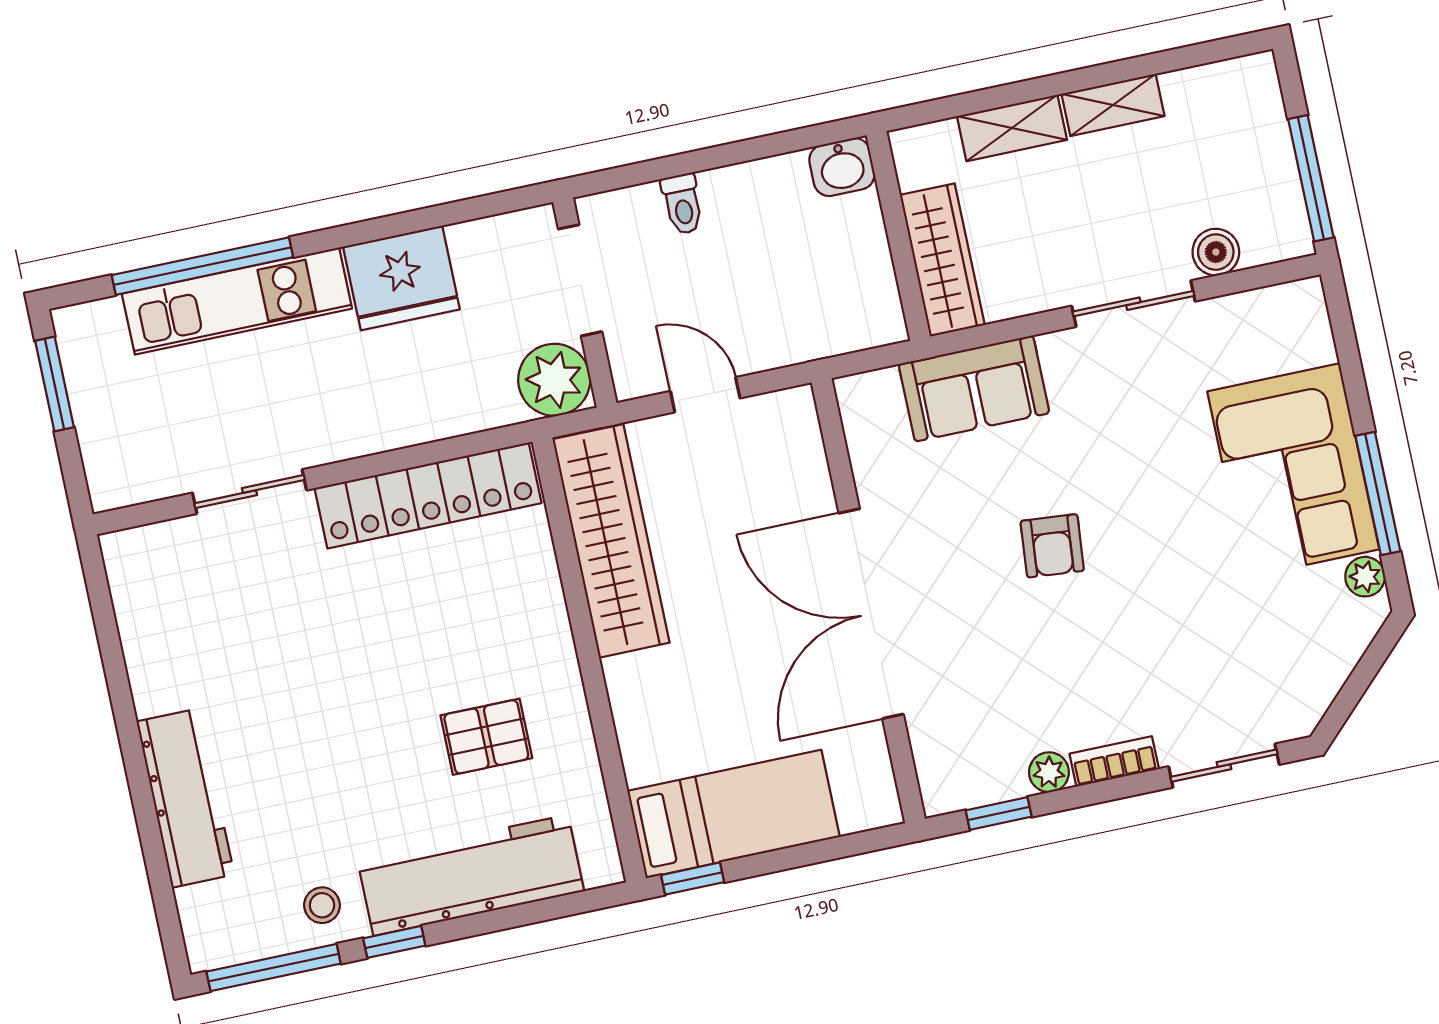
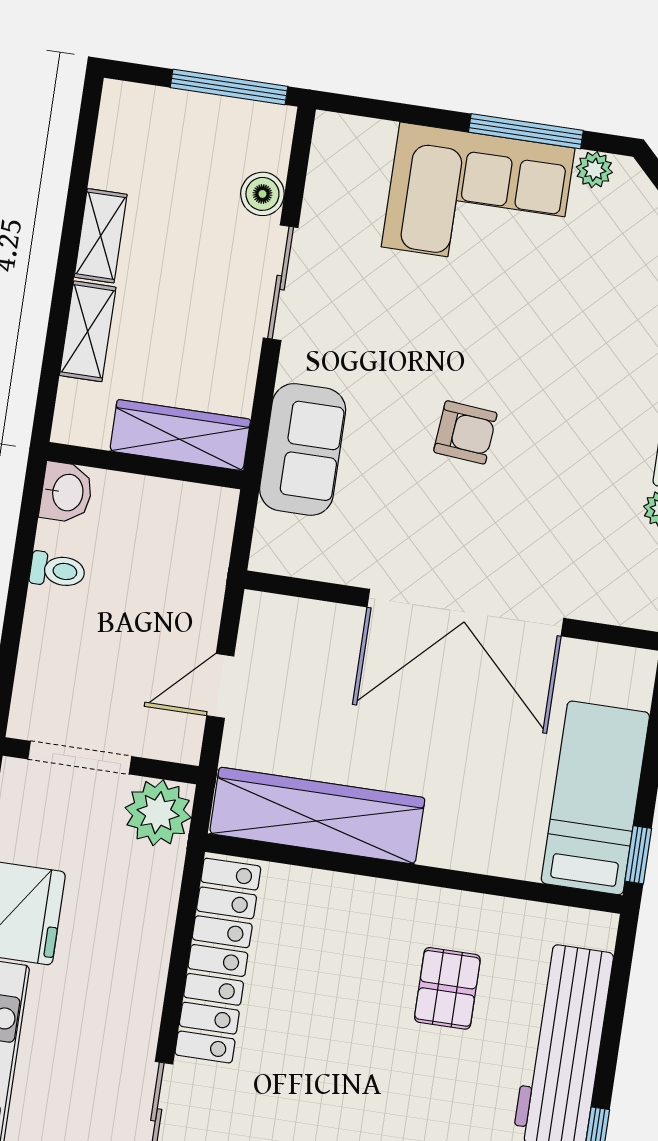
toilet: (682, 204) -> (57, 570), moved

